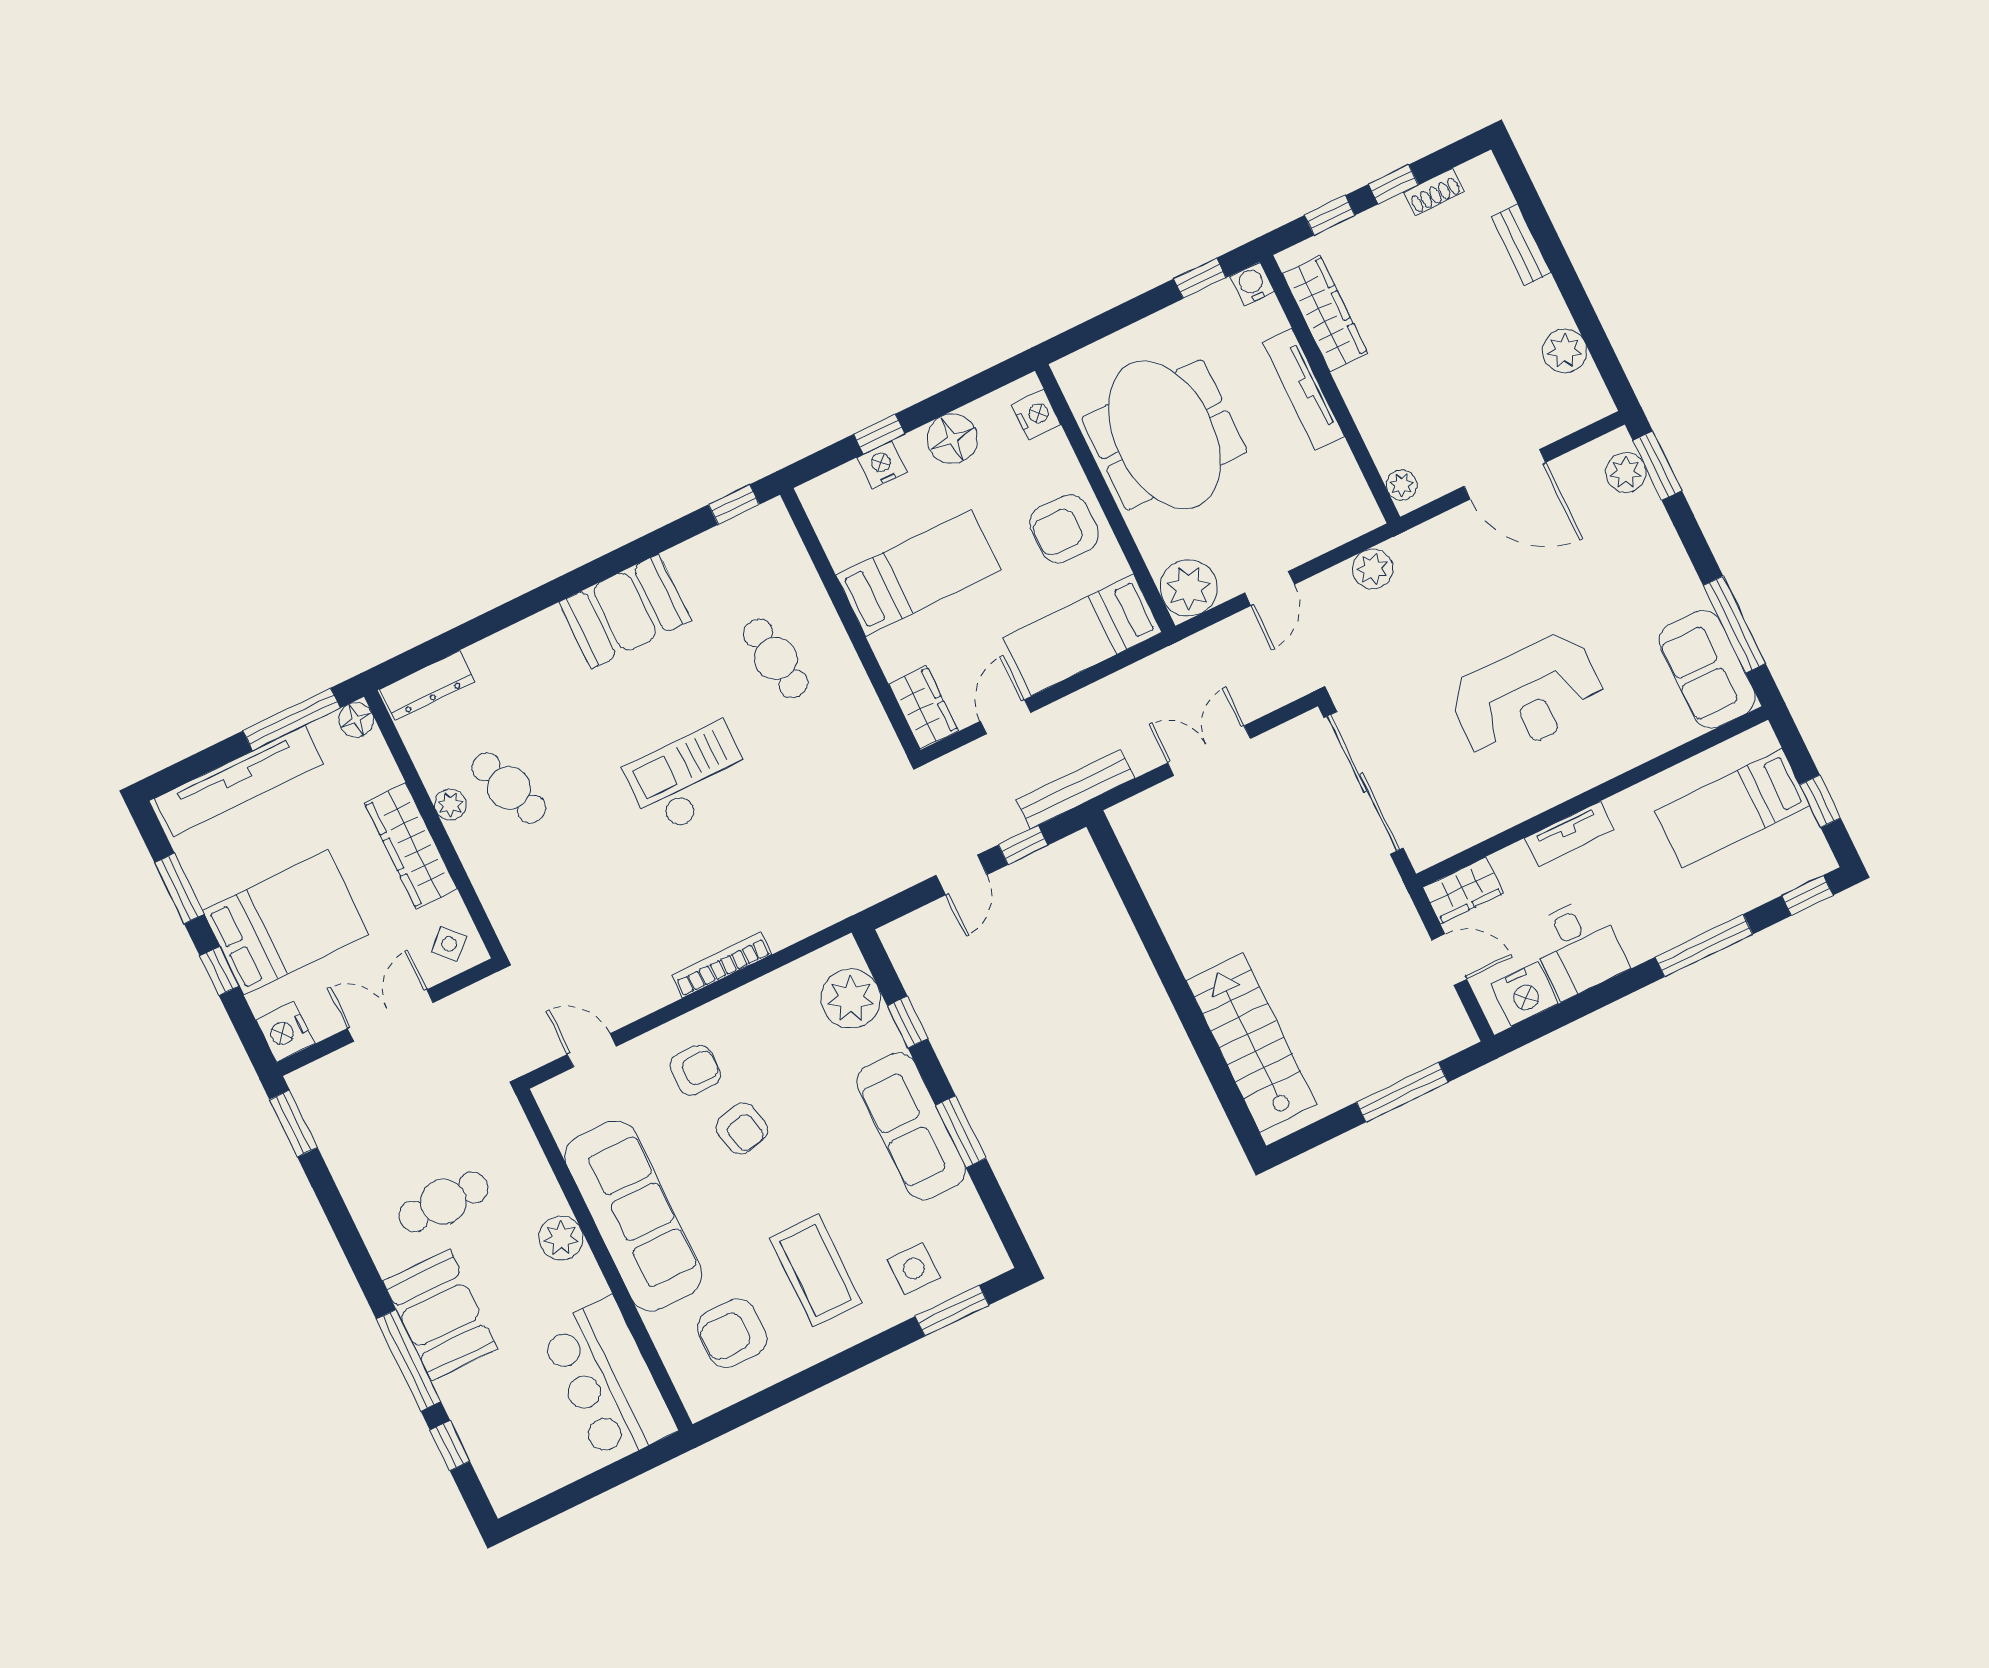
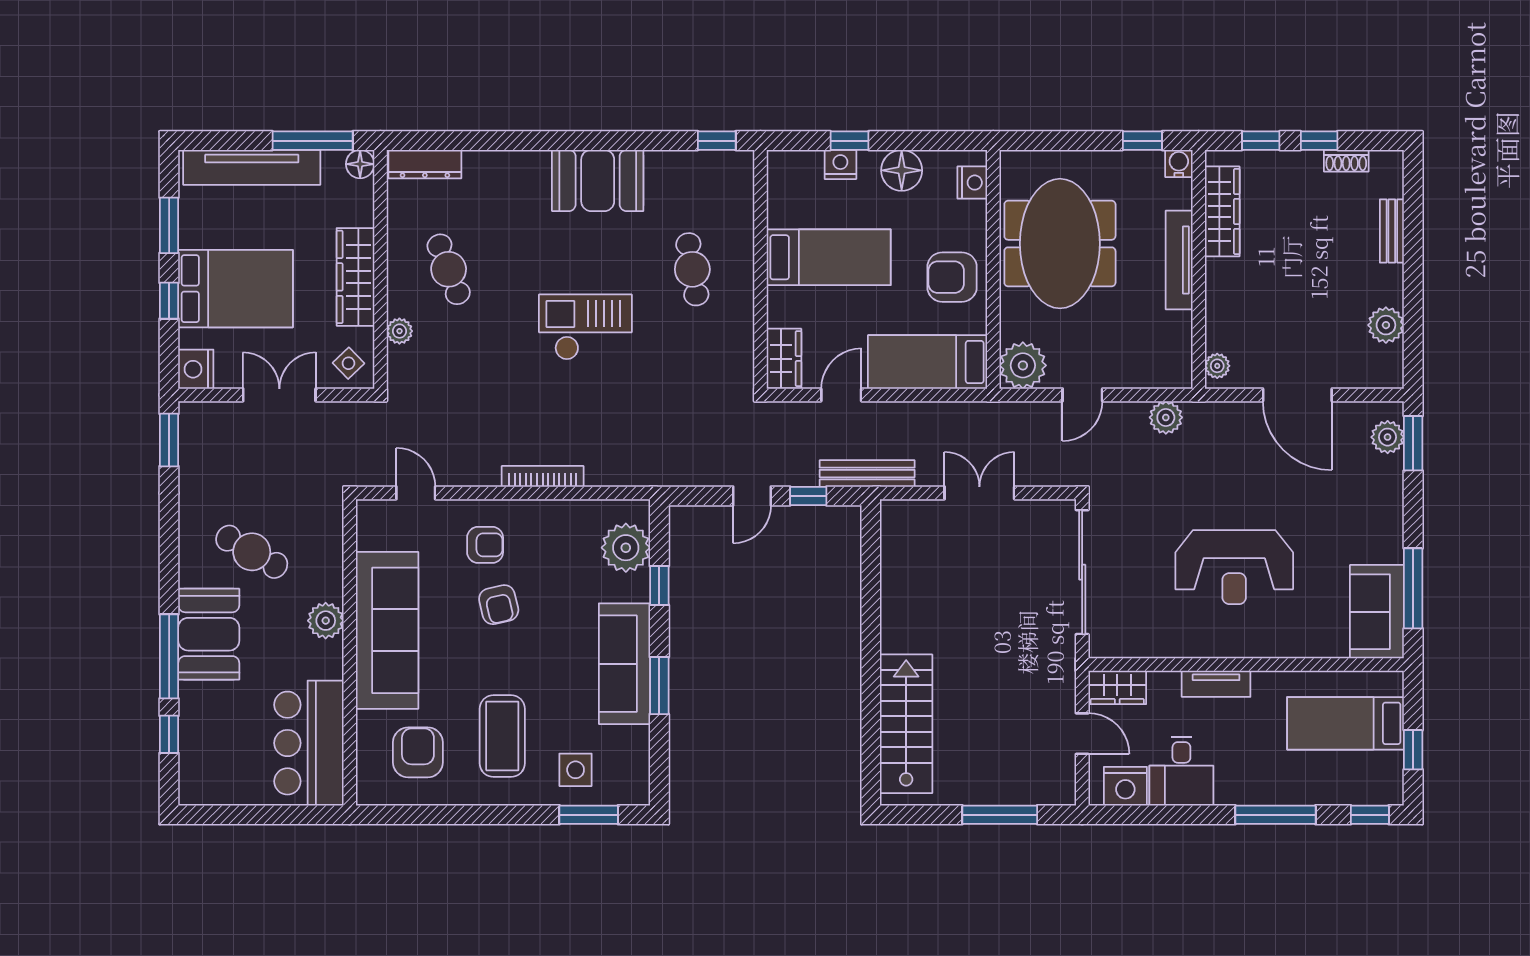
plant: (450, 805) -> (399, 331), moved
cafe table: (443, 1202) -> (252, 552), turned 30
armchair: (732, 1333) -> (418, 752), turned 90

